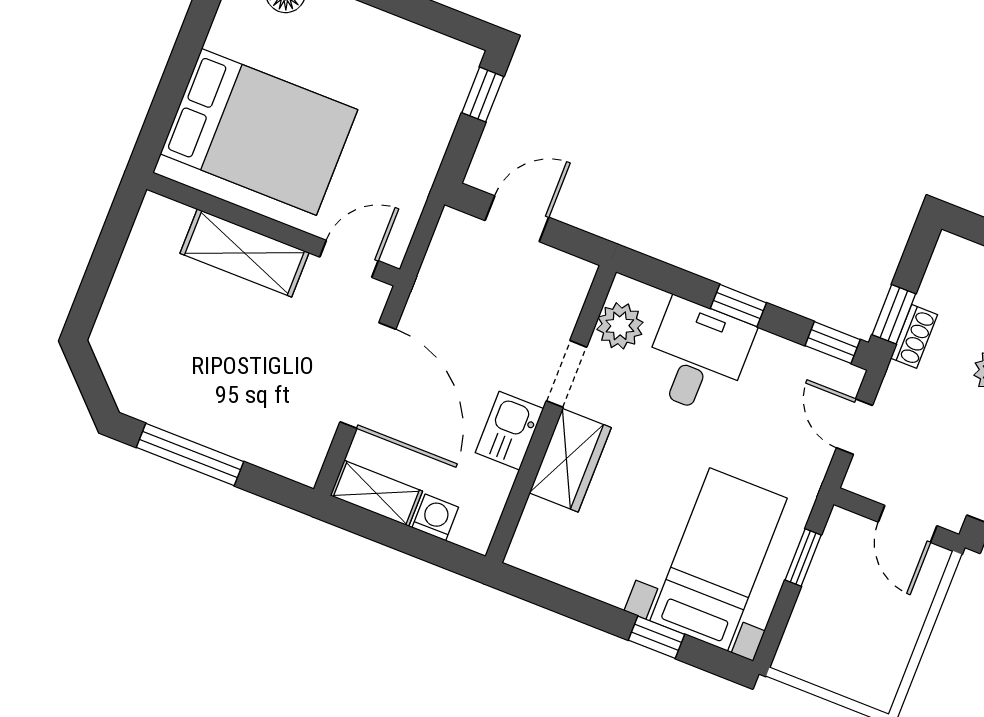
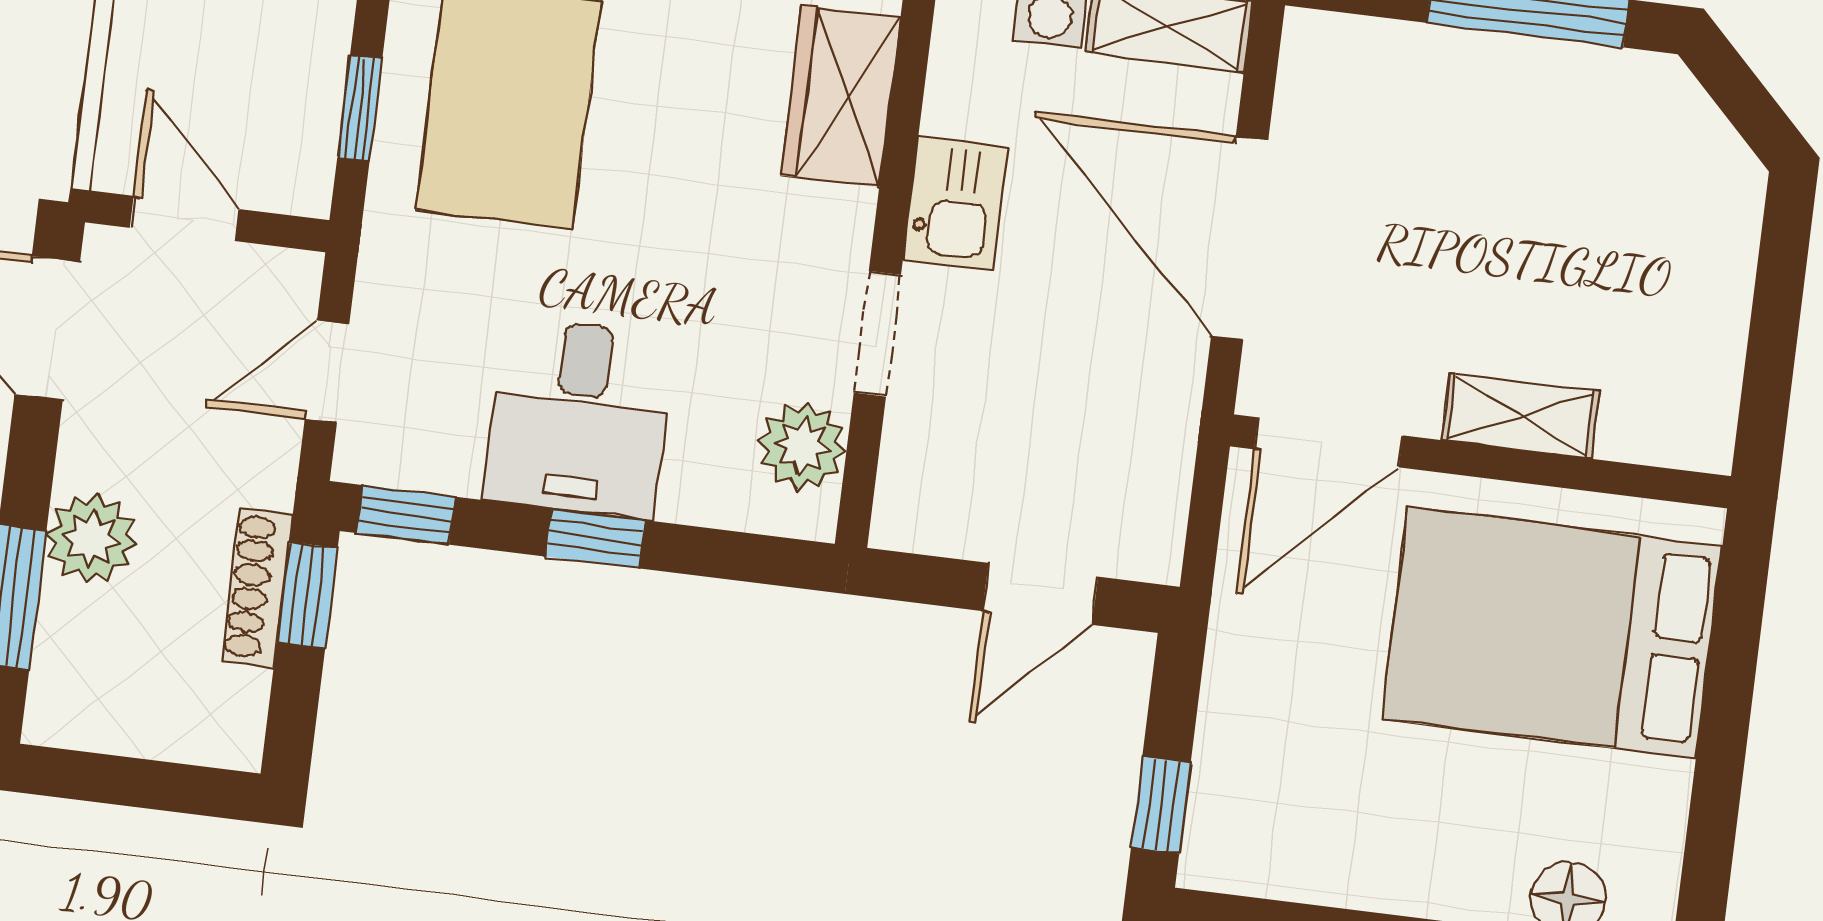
shelving: (245, 253) -> (1520, 416), width x0.67, depth x0.75
door: (349, 259) -> (1328, 442), width x1.37
shoe rack: (914, 336) -> (257, 587), width x1.43
desk: (697, 357) -> (579, 418), moved
door: (854, 427) -> (327, 371), swing flipped
wardrobe: (570, 460) -> (841, 96), moved

